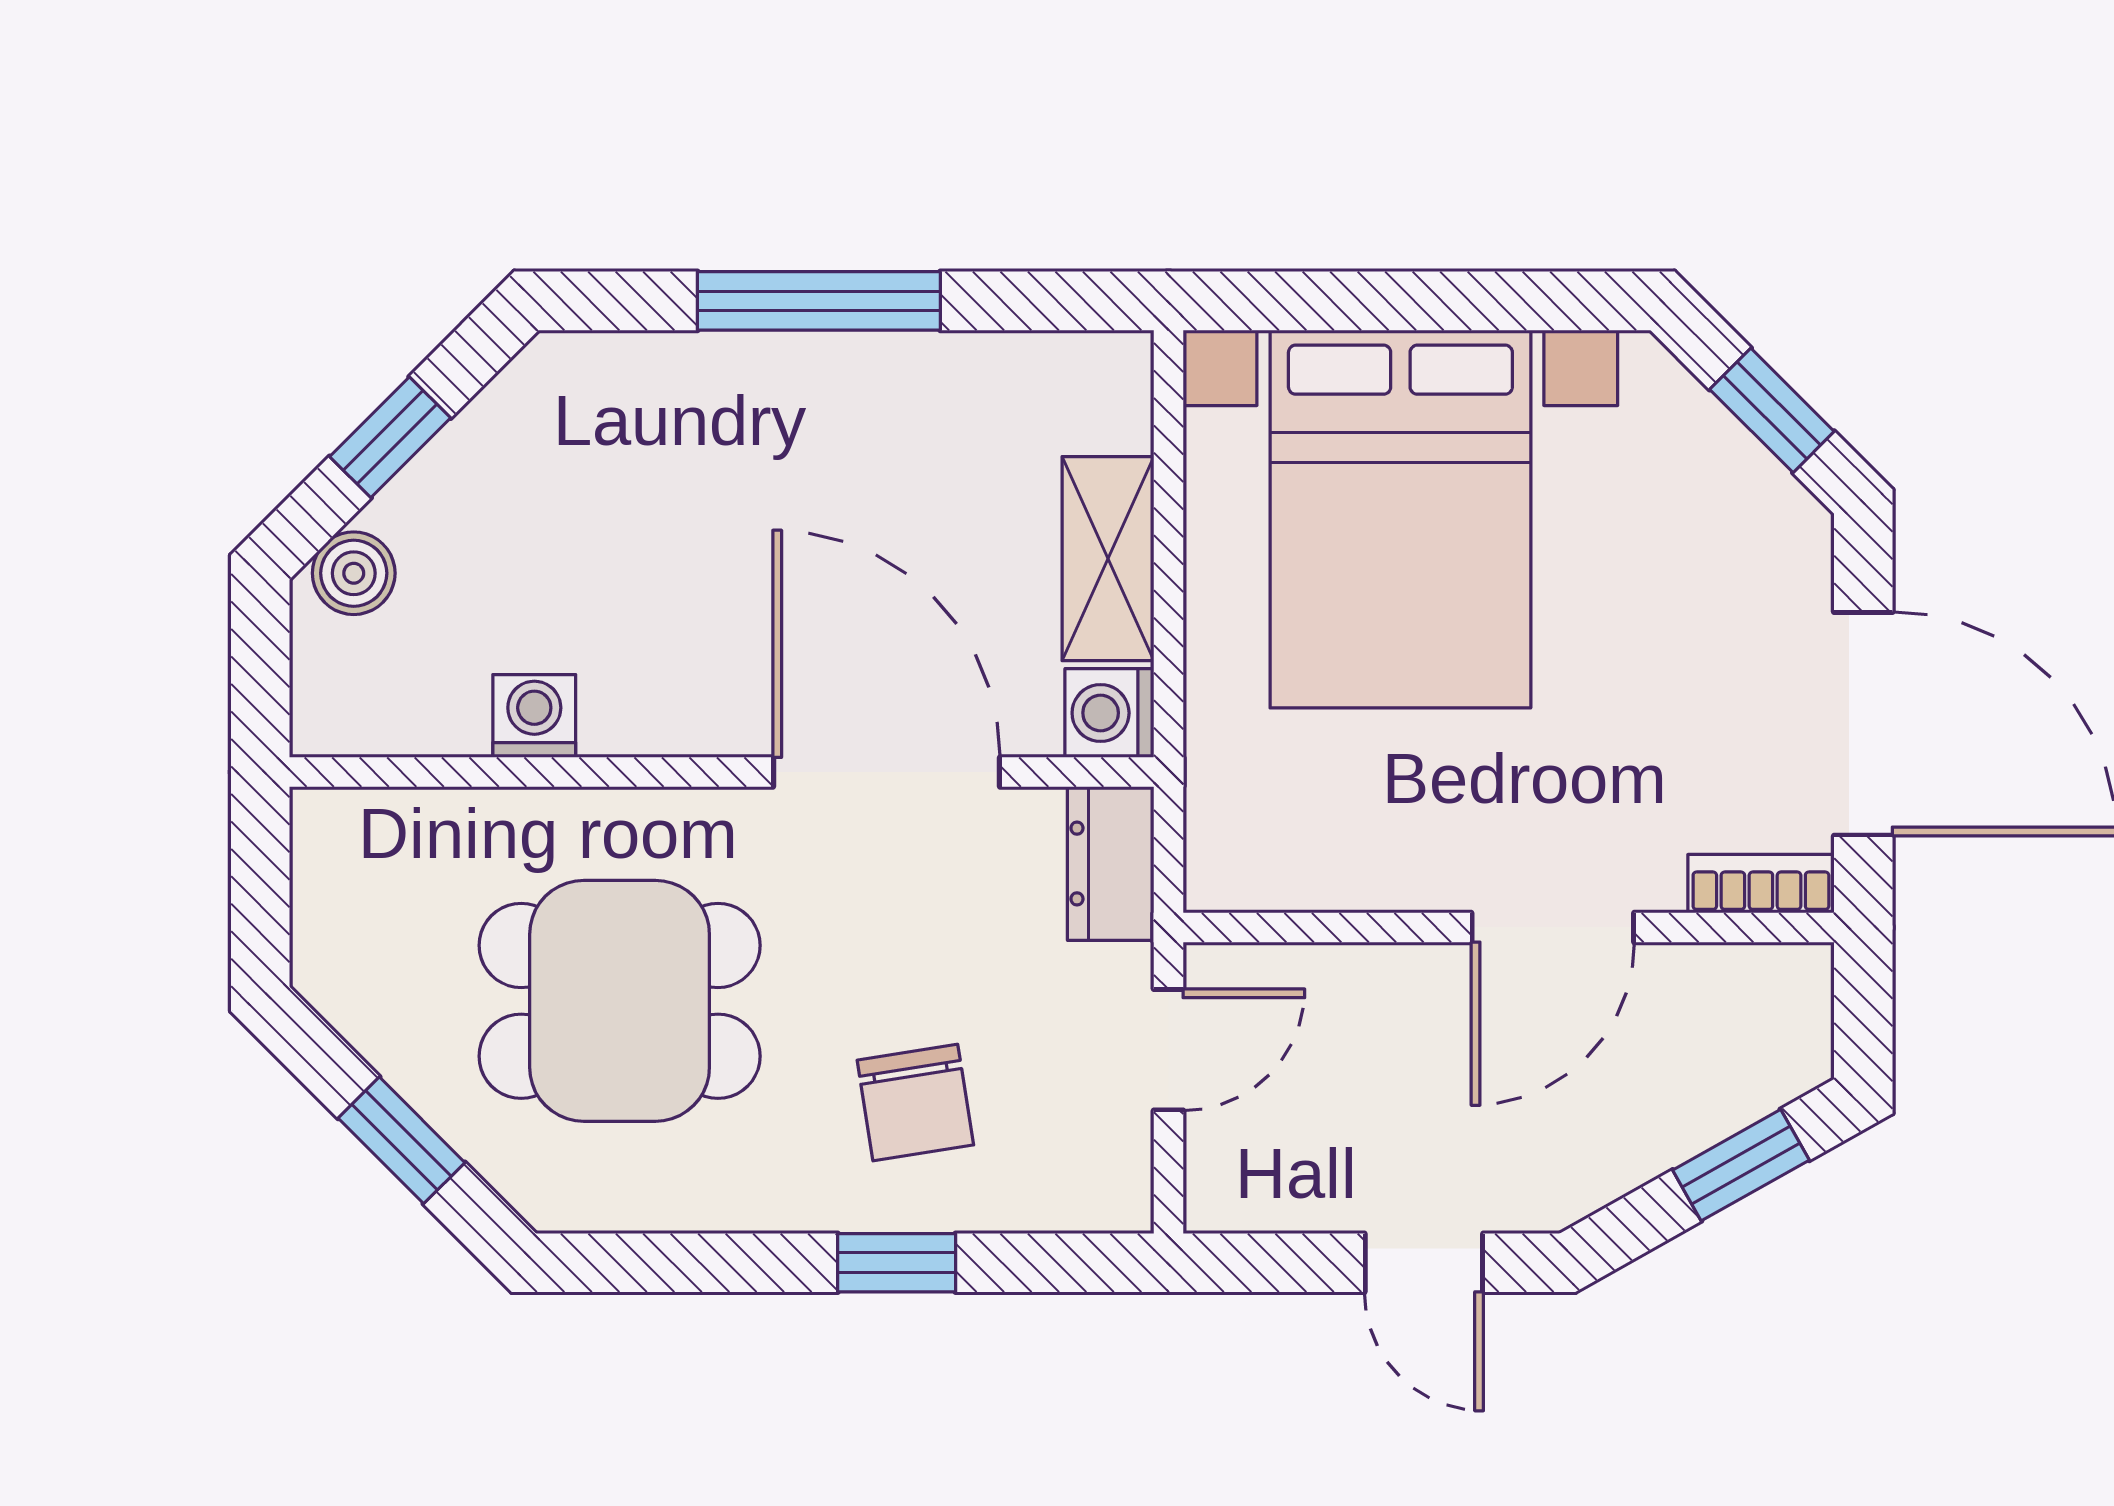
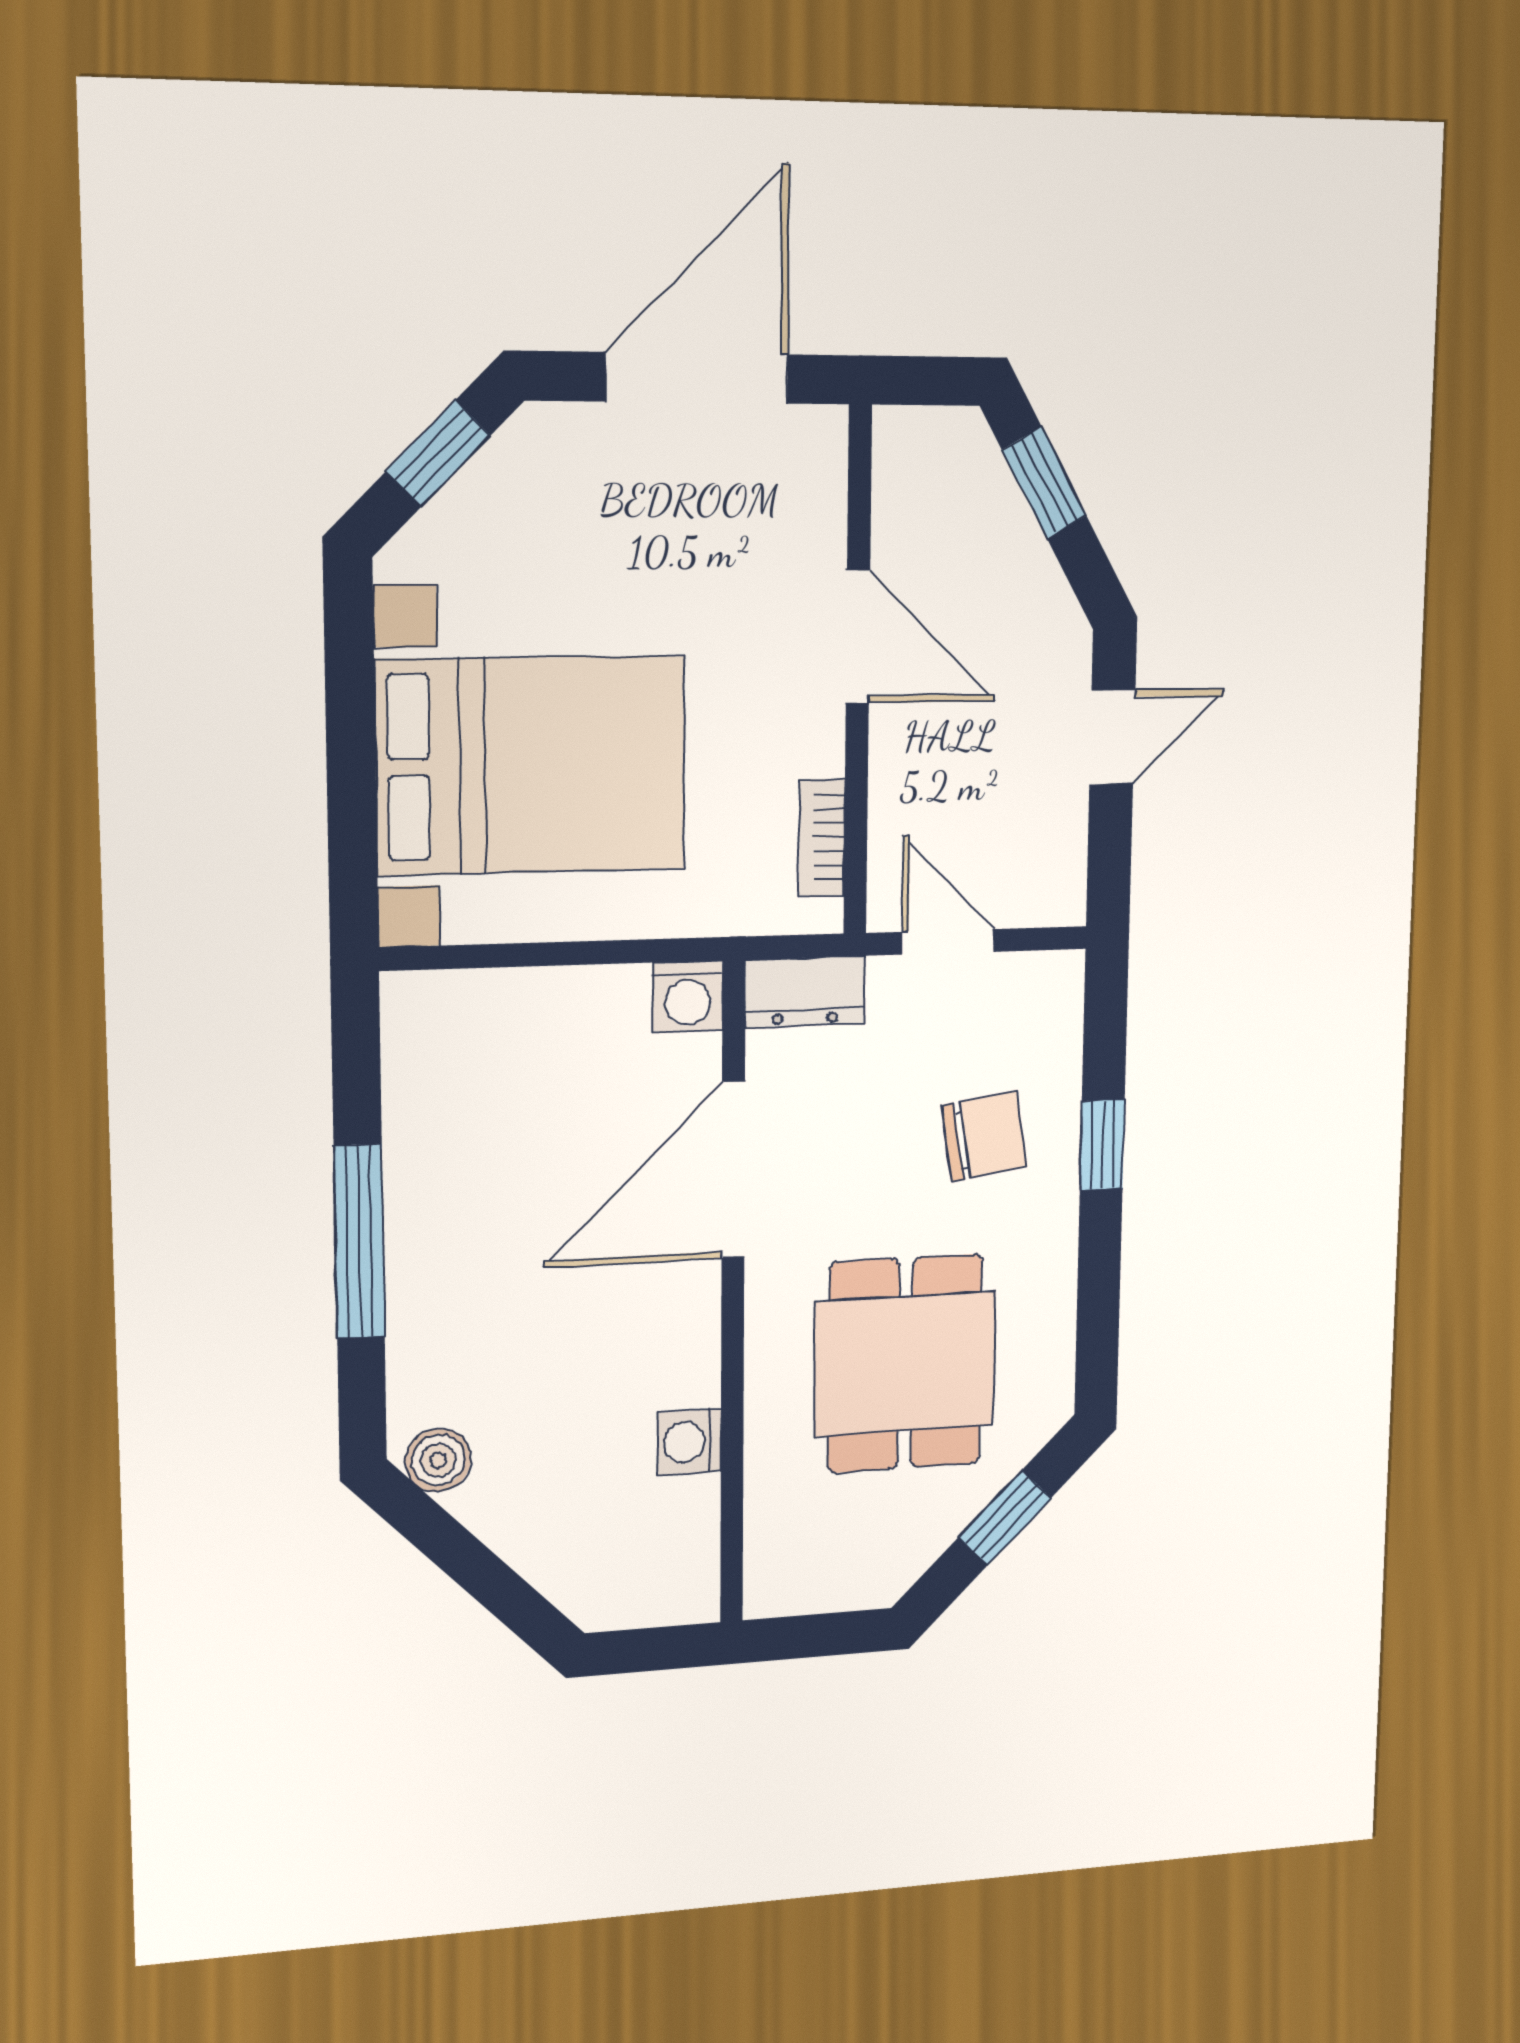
window: (390, 437) -> (473, 1566), removed
shelving: (1108, 559) -> (565, 1002), removed
boiler: (354, 573) -> (438, 1460), moved
bookcase: (1761, 884) -> (822, 837), moved

